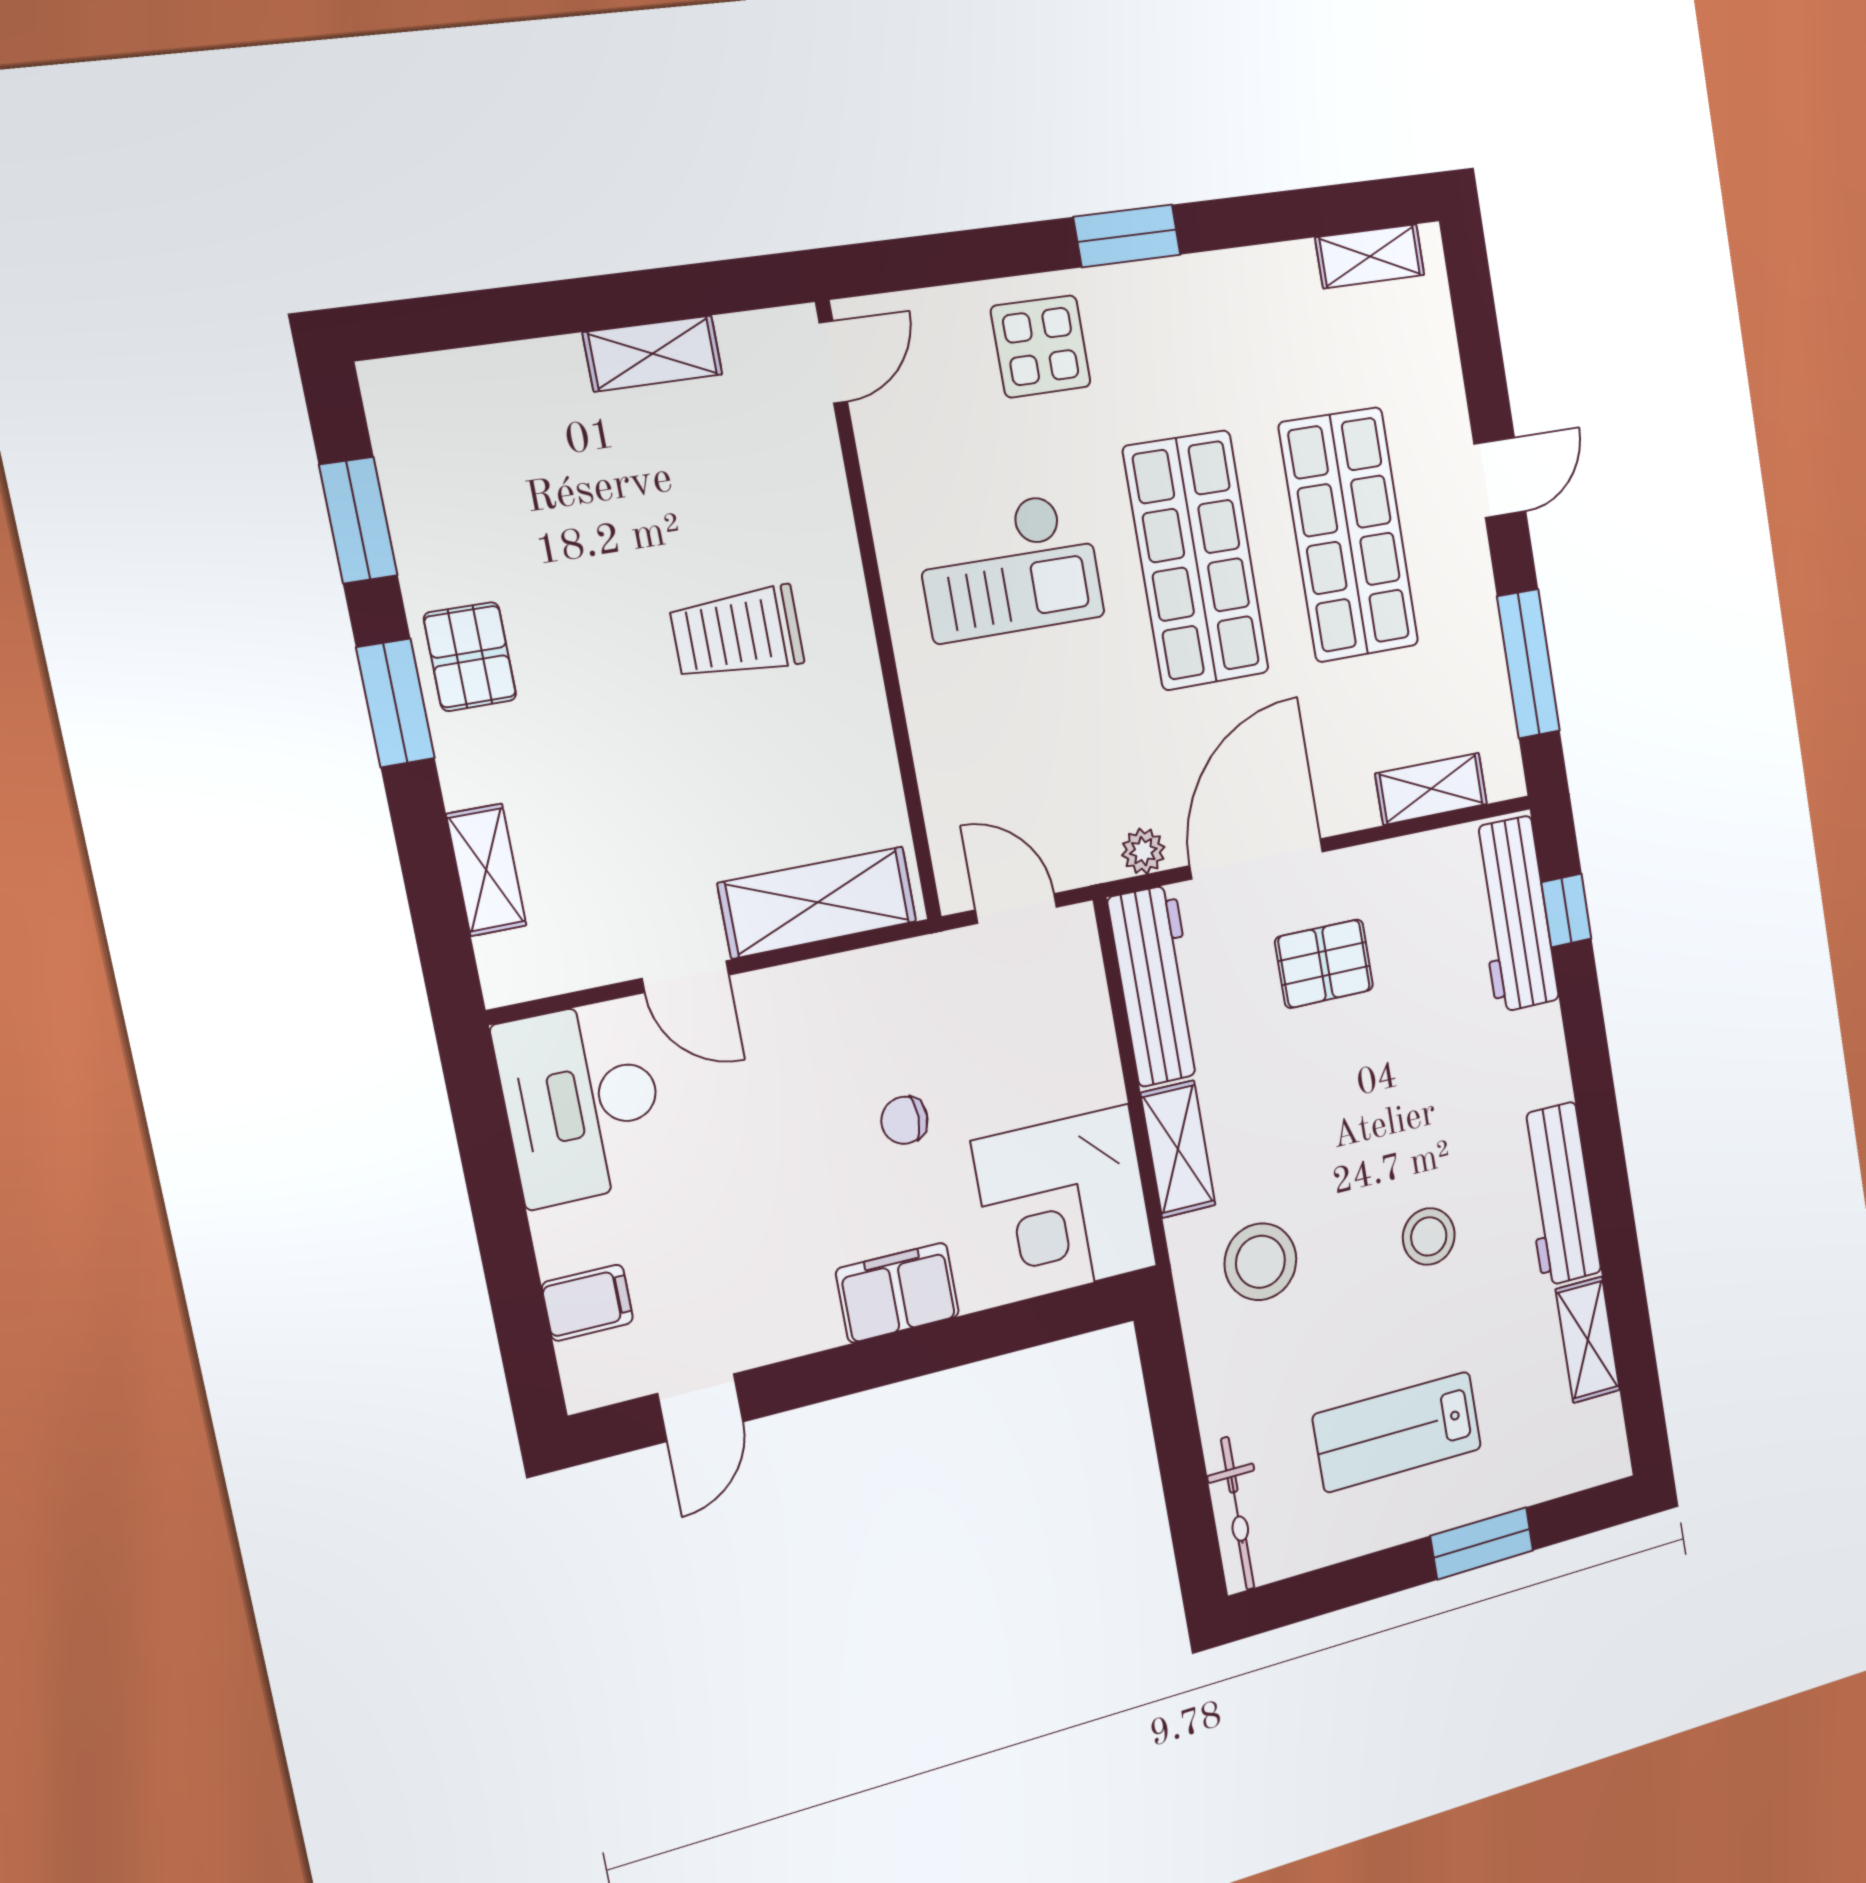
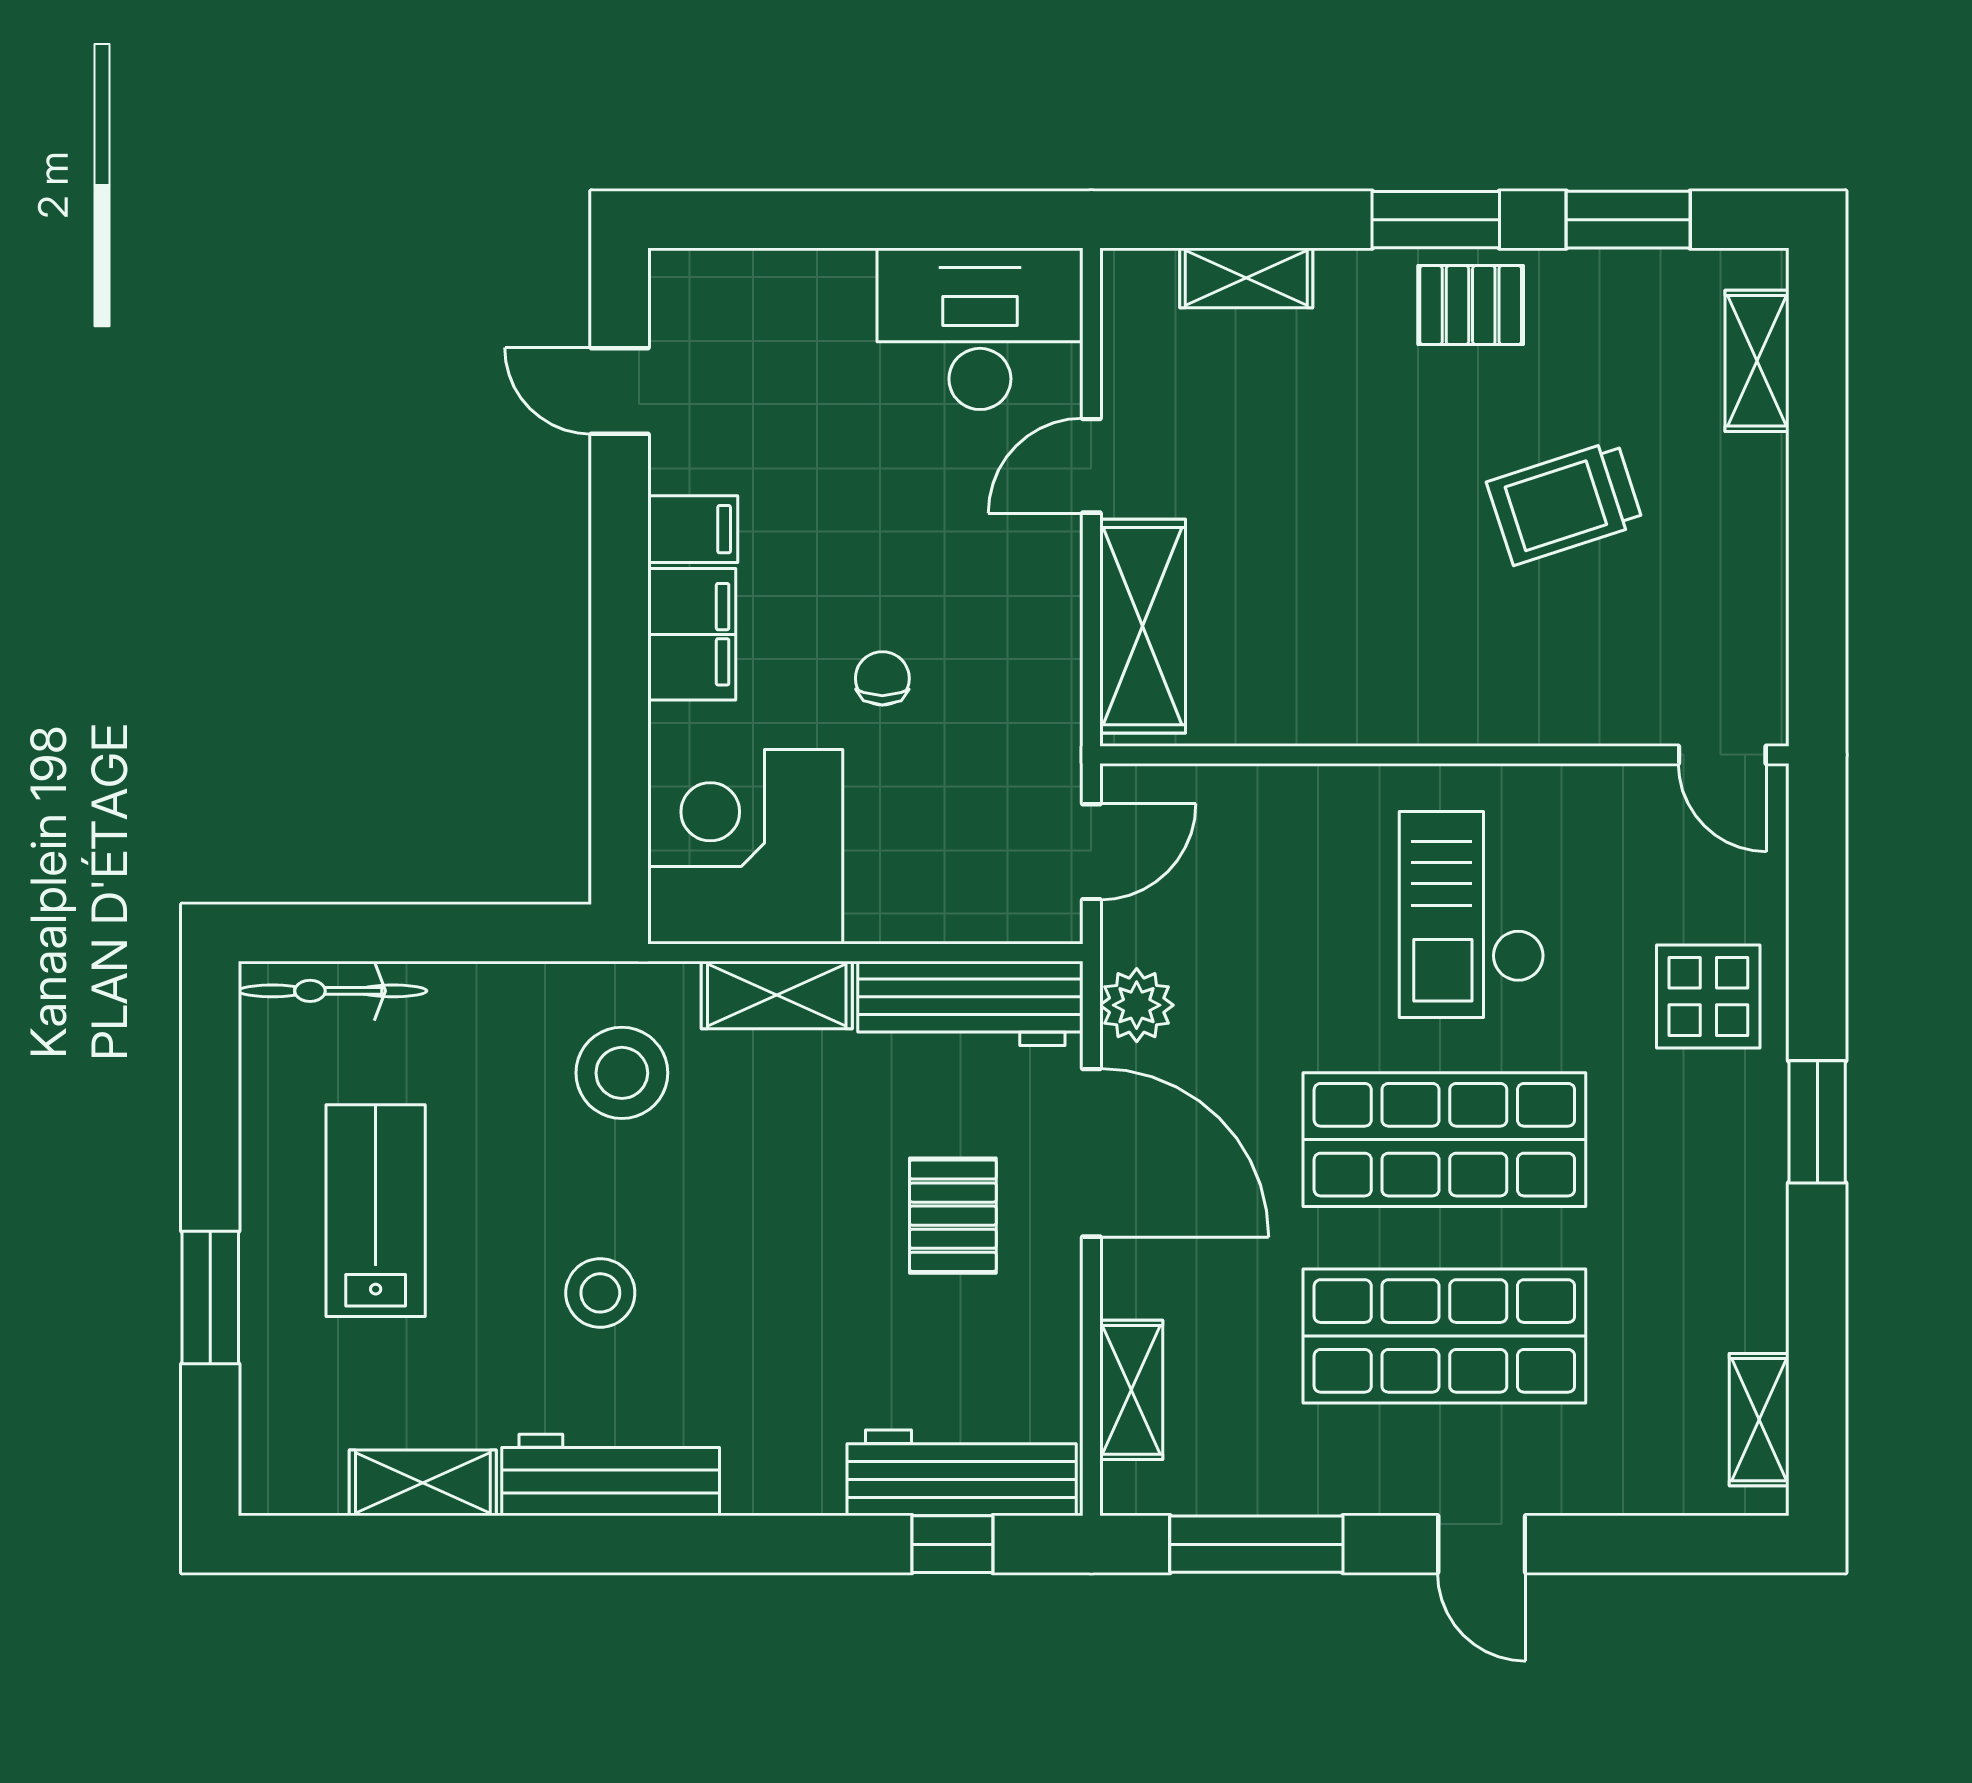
shelving: (653, 353) -> (1757, 361), moved
trolley: (737, 633) -> (1565, 503), moved, turned -108
plant: (1143, 851) -> (1137, 1005), width x1.38, depth x1.38
filing cabinet: (588, 1303) -> (693, 529), moved, turned -90

